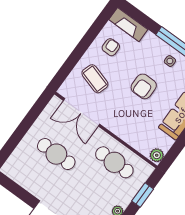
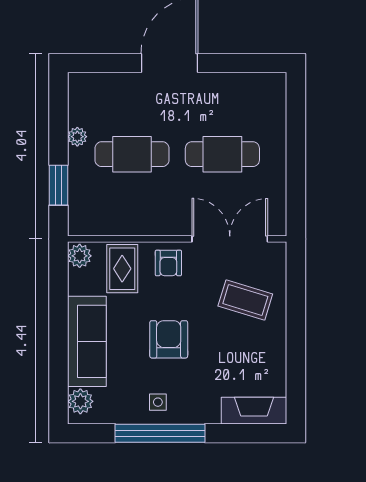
armchair: (111, 47) -> (168, 263), moved
rug: (141, 135) -> (122, 269), added
cafe table: (114, 162) -> (132, 154), moved

